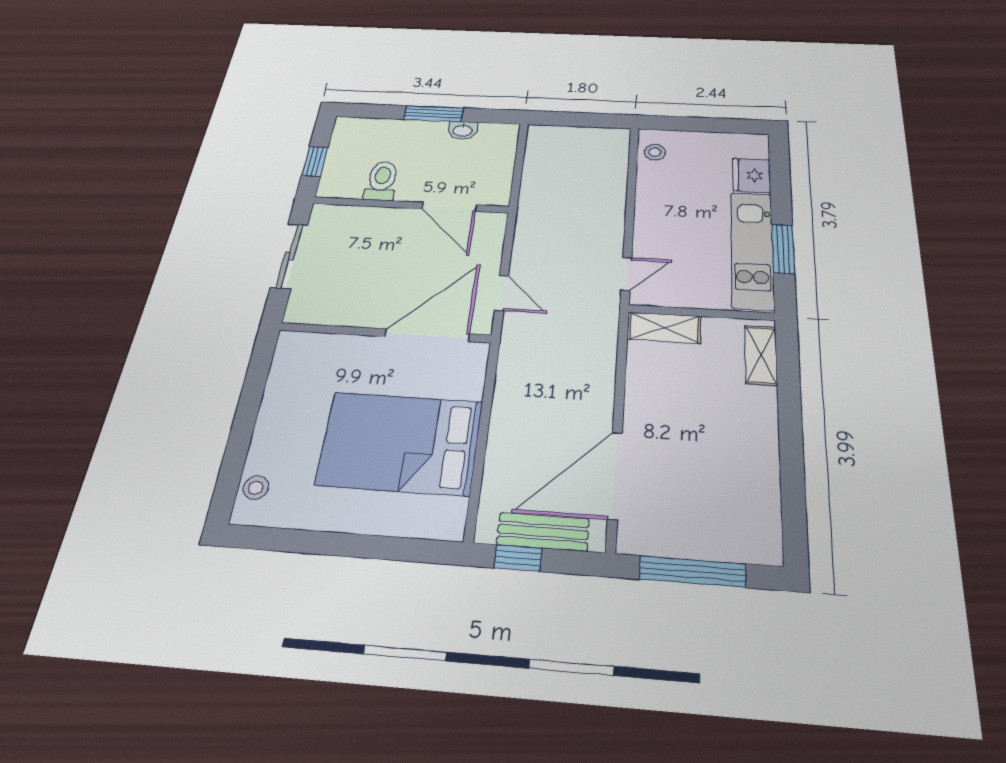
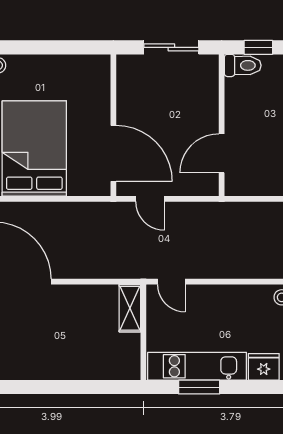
toilet: (382, 181) -> (243, 65), moved
door: (502, 293) -> (150, 199), hinge flipped
shelving: (761, 355) -> (113, 370), removed

